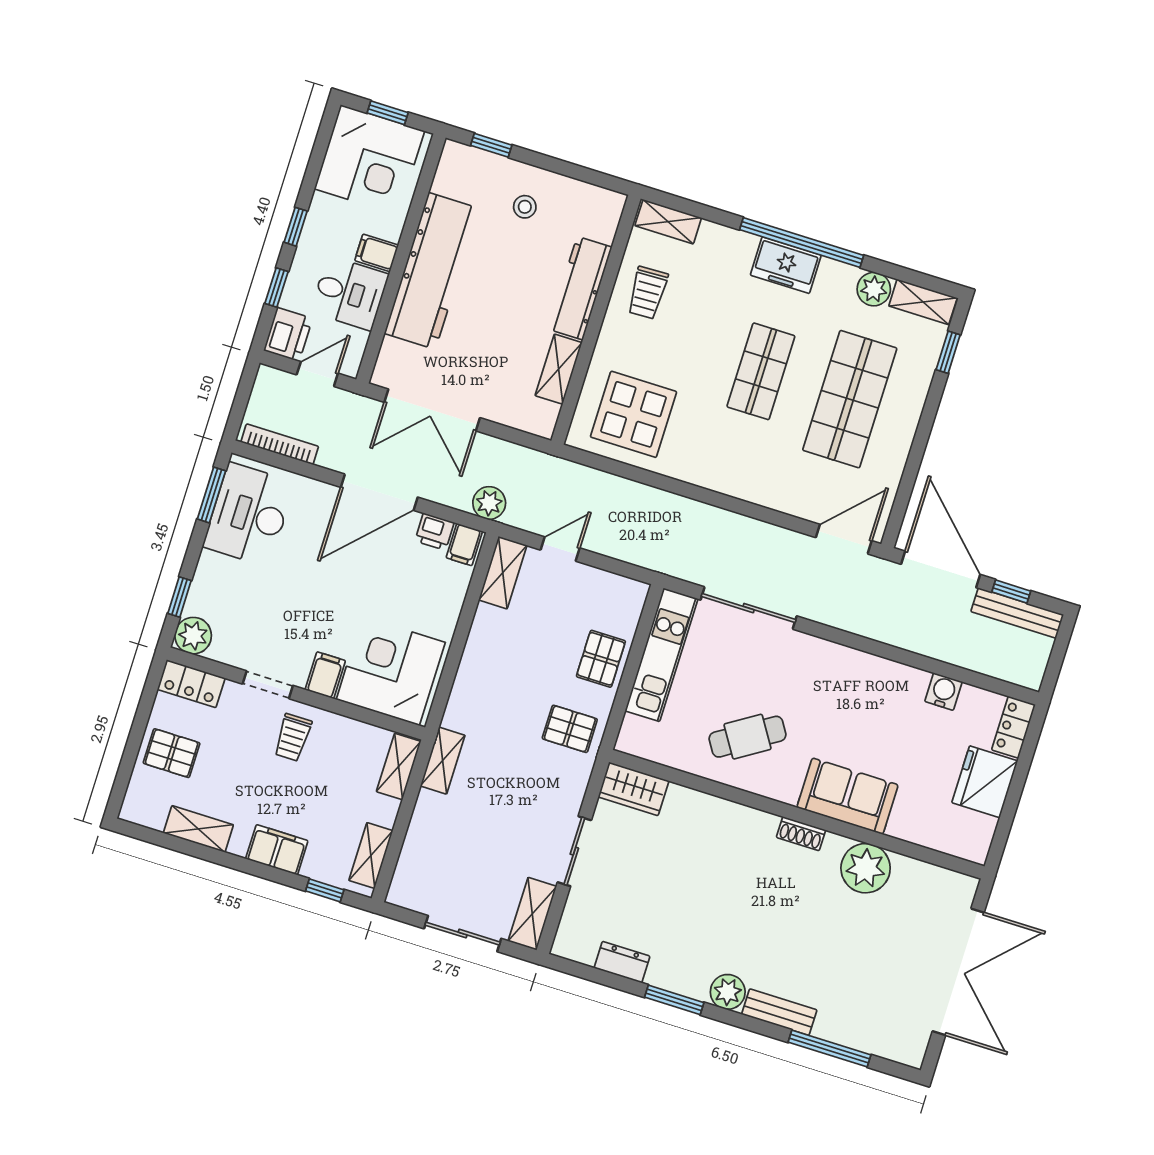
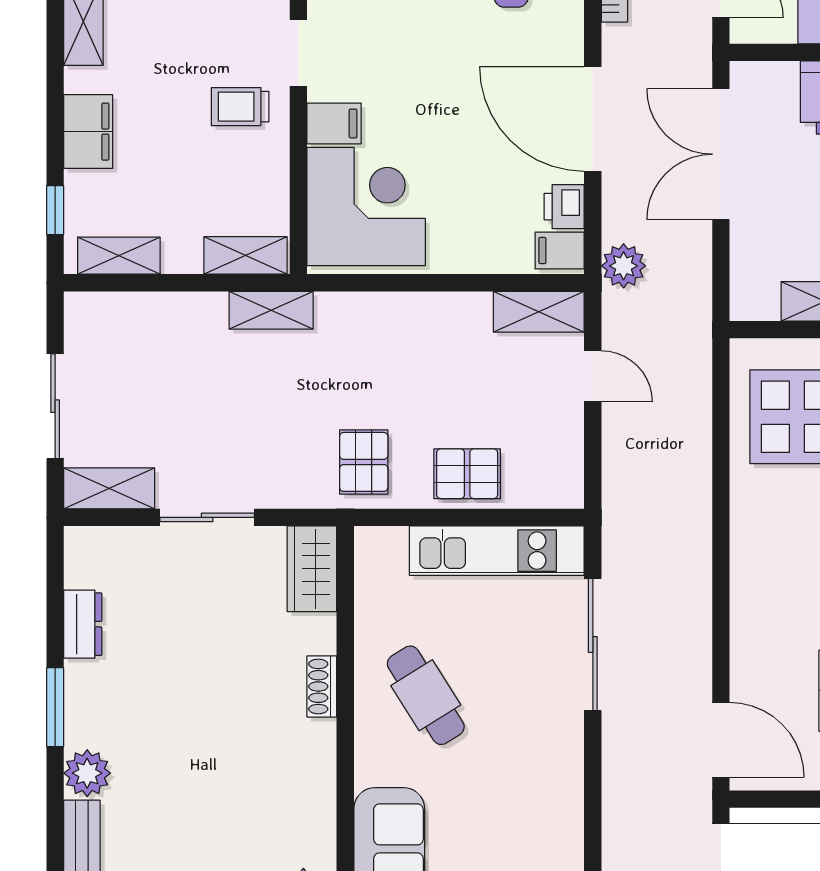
shoe rack: (801, 834) -> (322, 686), moved

